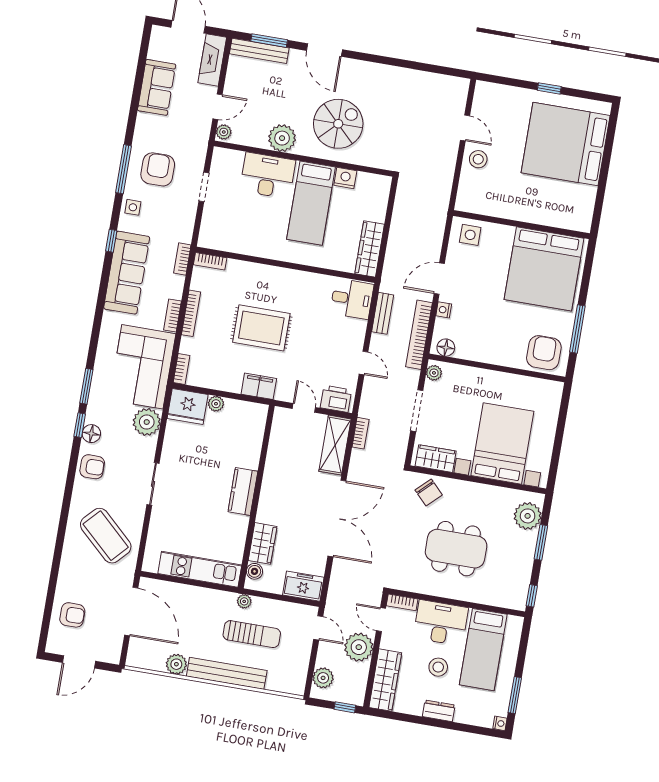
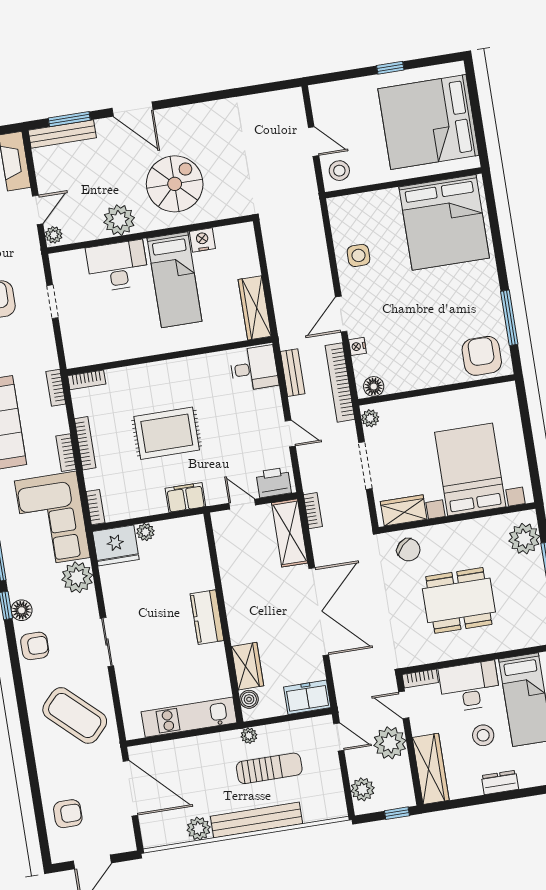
wall: (521, 225) -> (403, 183), moved
bed: (544, 269) -> (444, 222), moved

